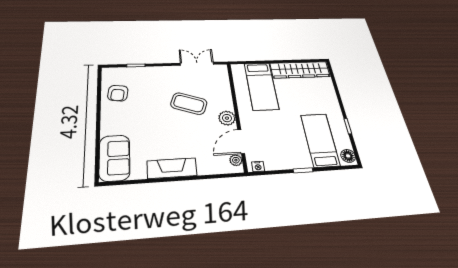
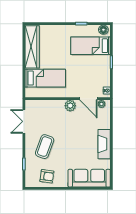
coffee table: (189, 104) -> (45, 147), moved
sofa: (115, 158) -> (89, 178), width x1.36

